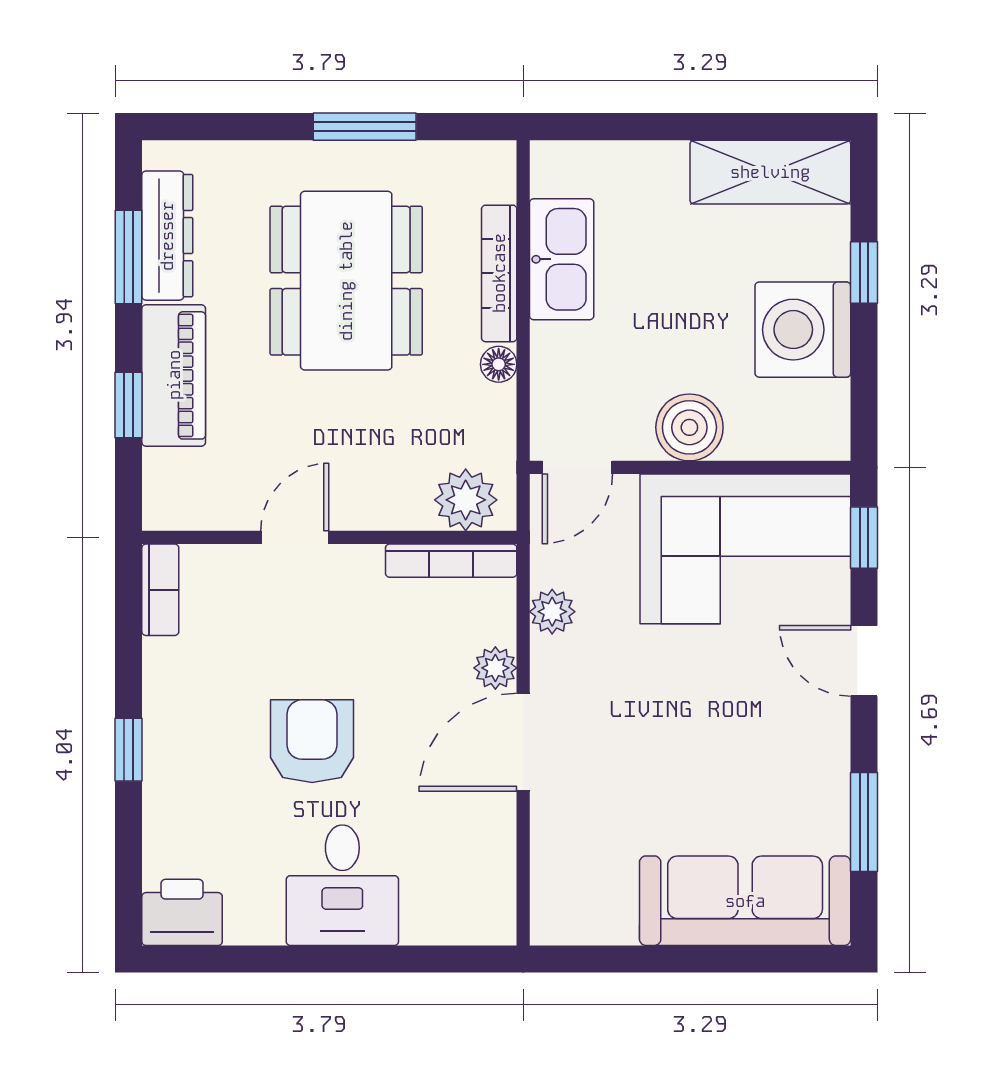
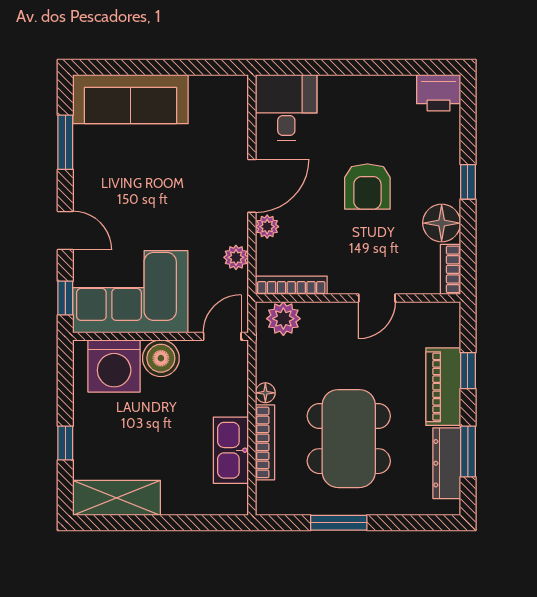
washing machine: (803, 330) -> (114, 366), moved, turned 90
floor lamp: (176, 674) -> (442, 223), added
desk: (342, 885) -> (286, 108), moved

